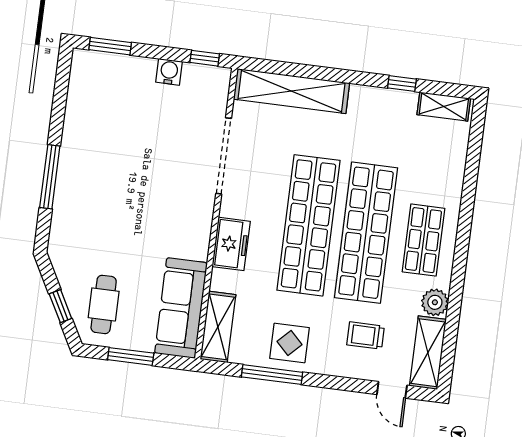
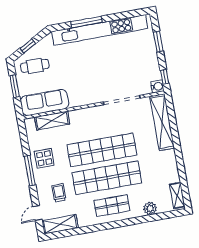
window: (110, 46) -> (158, 42), moved
water cooler: (169, 72) -> (157, 86), moved
window: (402, 83) -> (182, 173), removed
kitchen unit: (73, 156) -> (100, 30), added
freezer: (231, 244) -> (82, 116), removed
plant: (435, 302) -> (150, 208), moved
shelving: (218, 327) -> (52, 121), moved
window: (272, 375) -> (30, 171), moved

